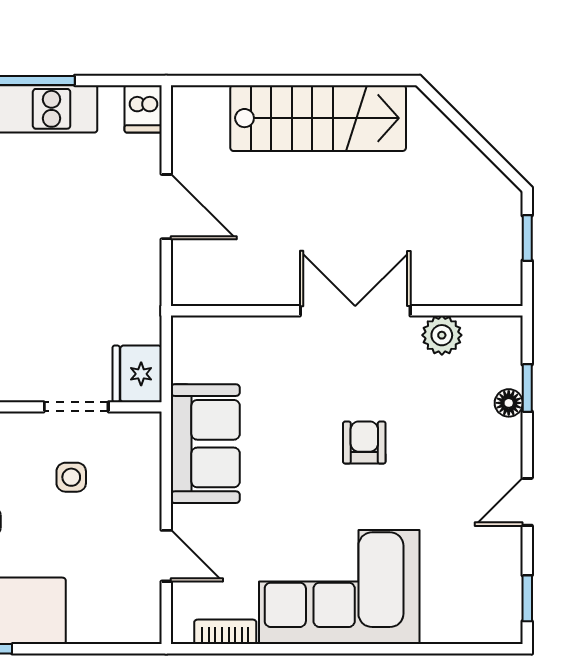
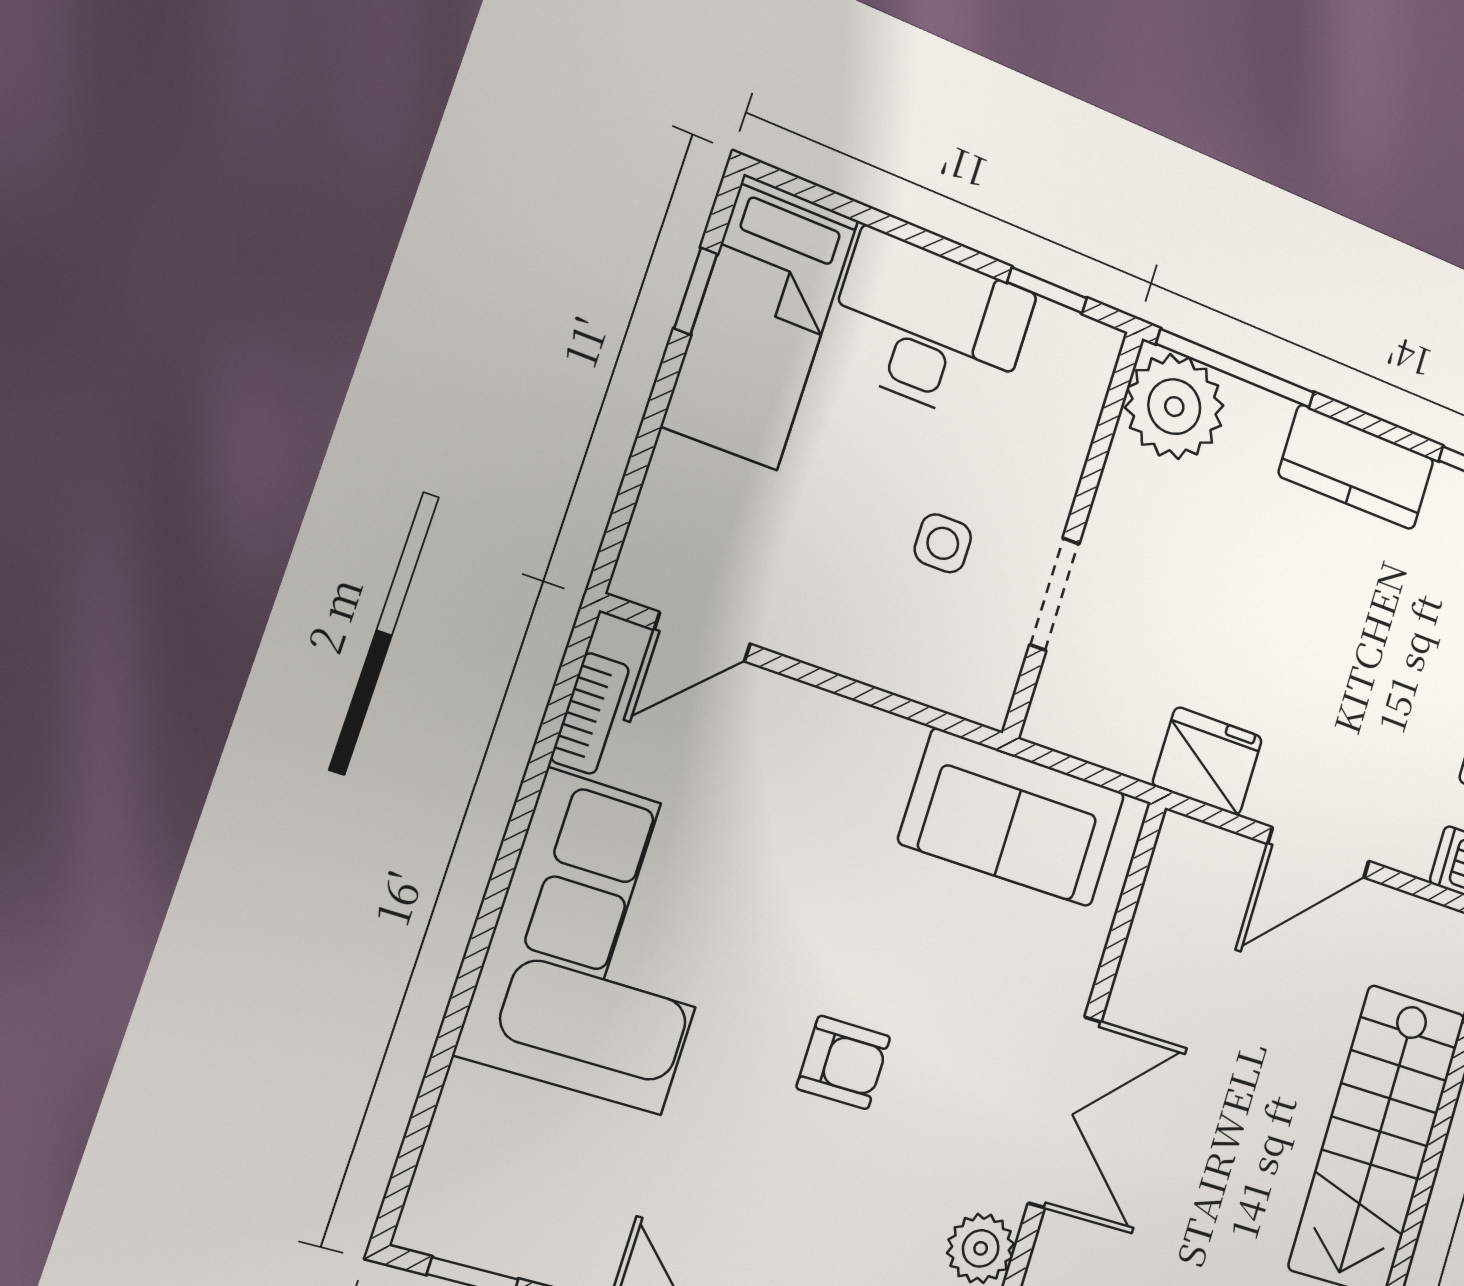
fridge: (137, 374) -> (1207, 761), moved
sofa: (205, 444) -> (1012, 818), moved
door: (166, 556) -> (702, 637), moved

